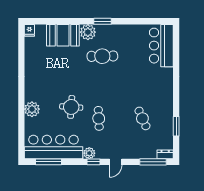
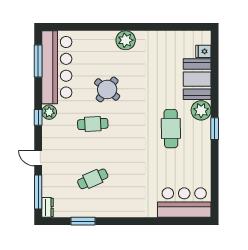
fridge: (29, 30) -> (203, 51), moved
round table: (71, 107) -> (107, 89), turned 35
plant: (32, 109) -> (126, 40), moved
door: (116, 162) -> (38, 158), moved

